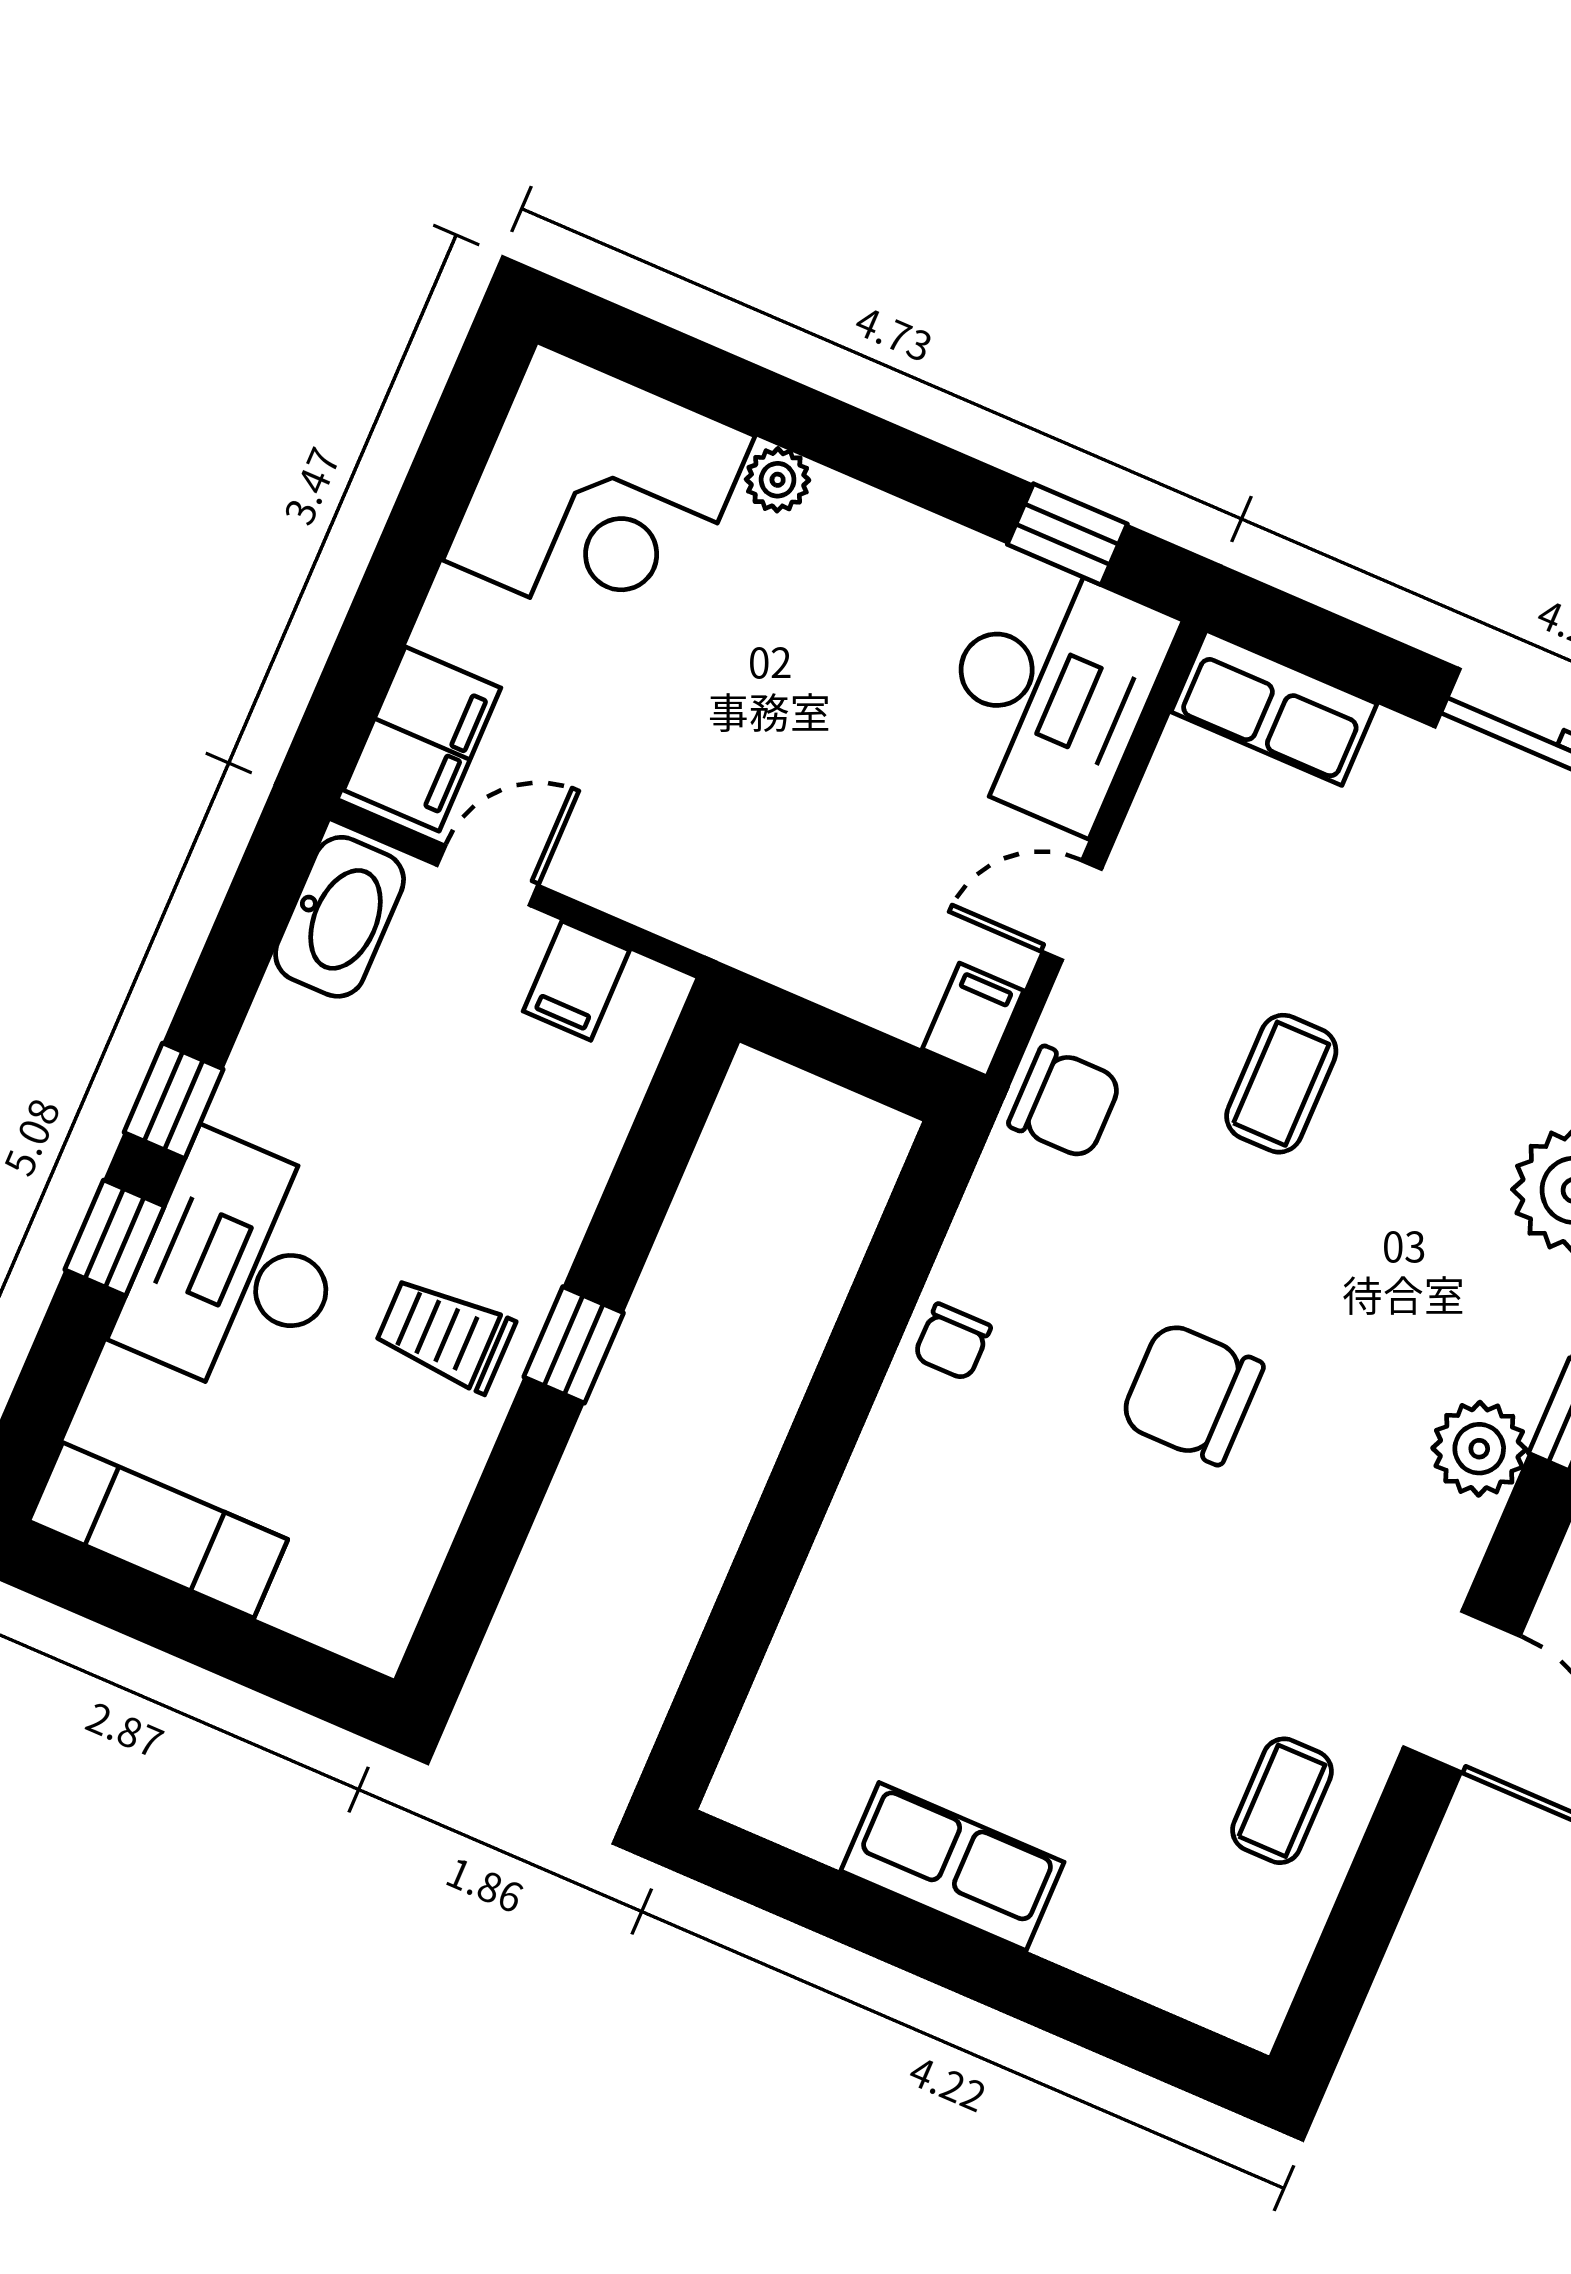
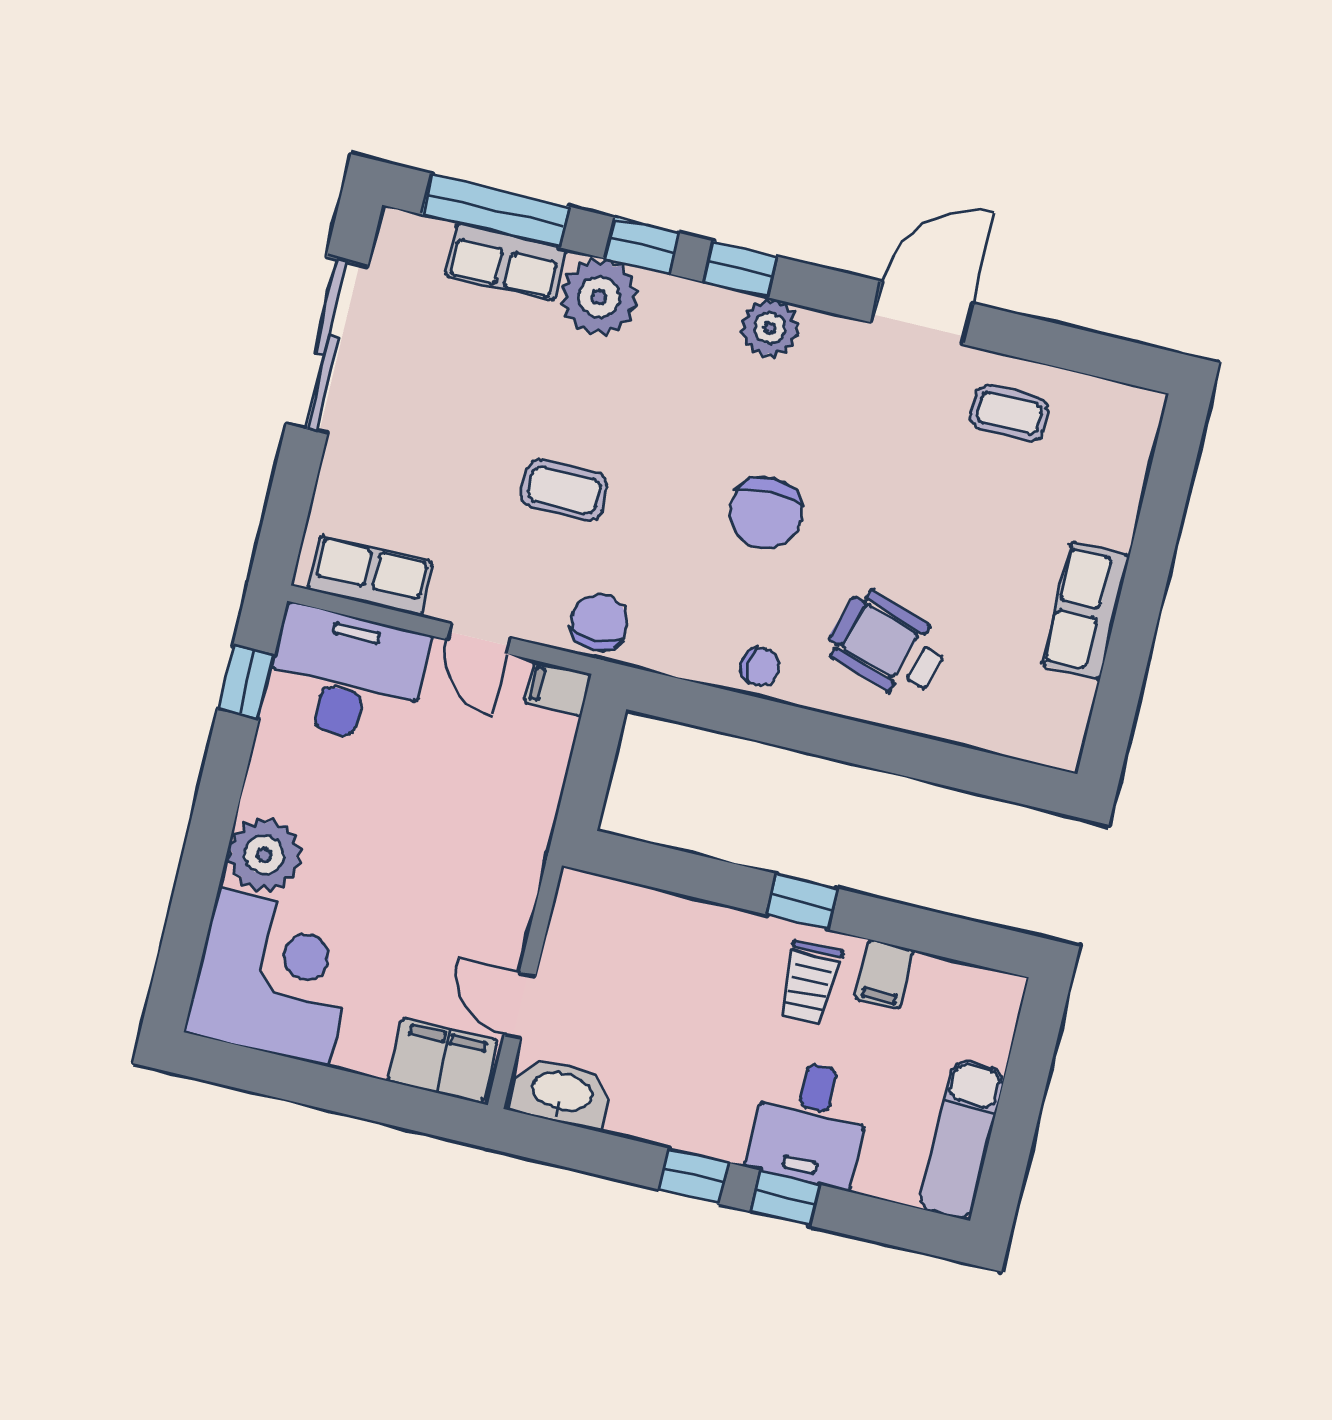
plant: (778, 480) -> (264, 855), width x1.88, depth x1.88
row of seats: (1274, 708) -> (370, 576), moved, turned -90
filing cabinet: (576, 981) -> (885, 975), moved, turned 90
desk: (238, 1268) -> (810, 1123), width x0.73
wheelchair: (951, 1547) -> (887, 645), added

